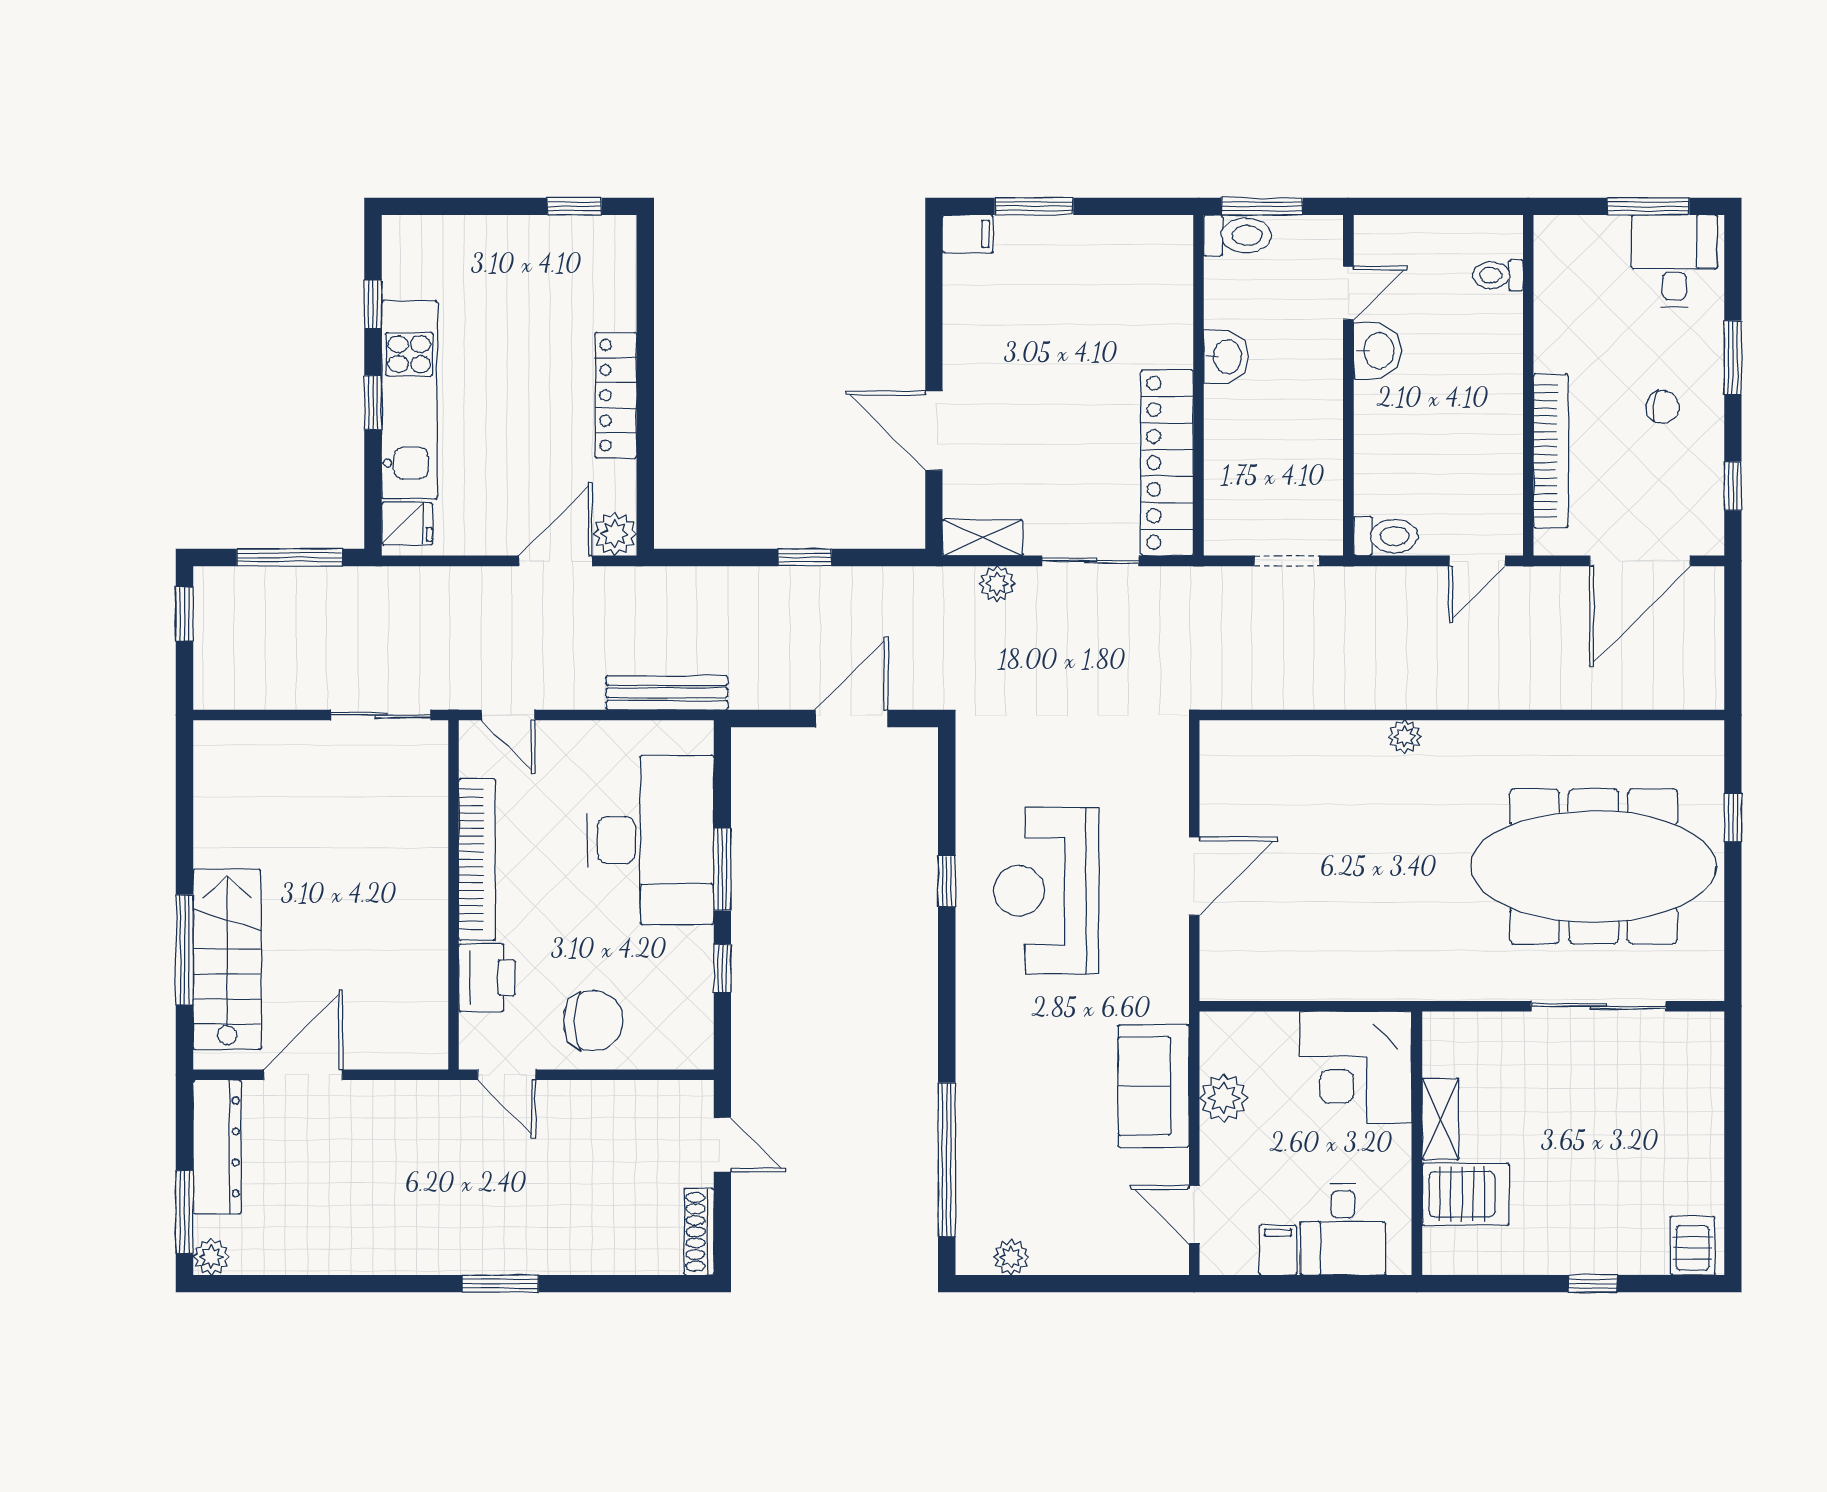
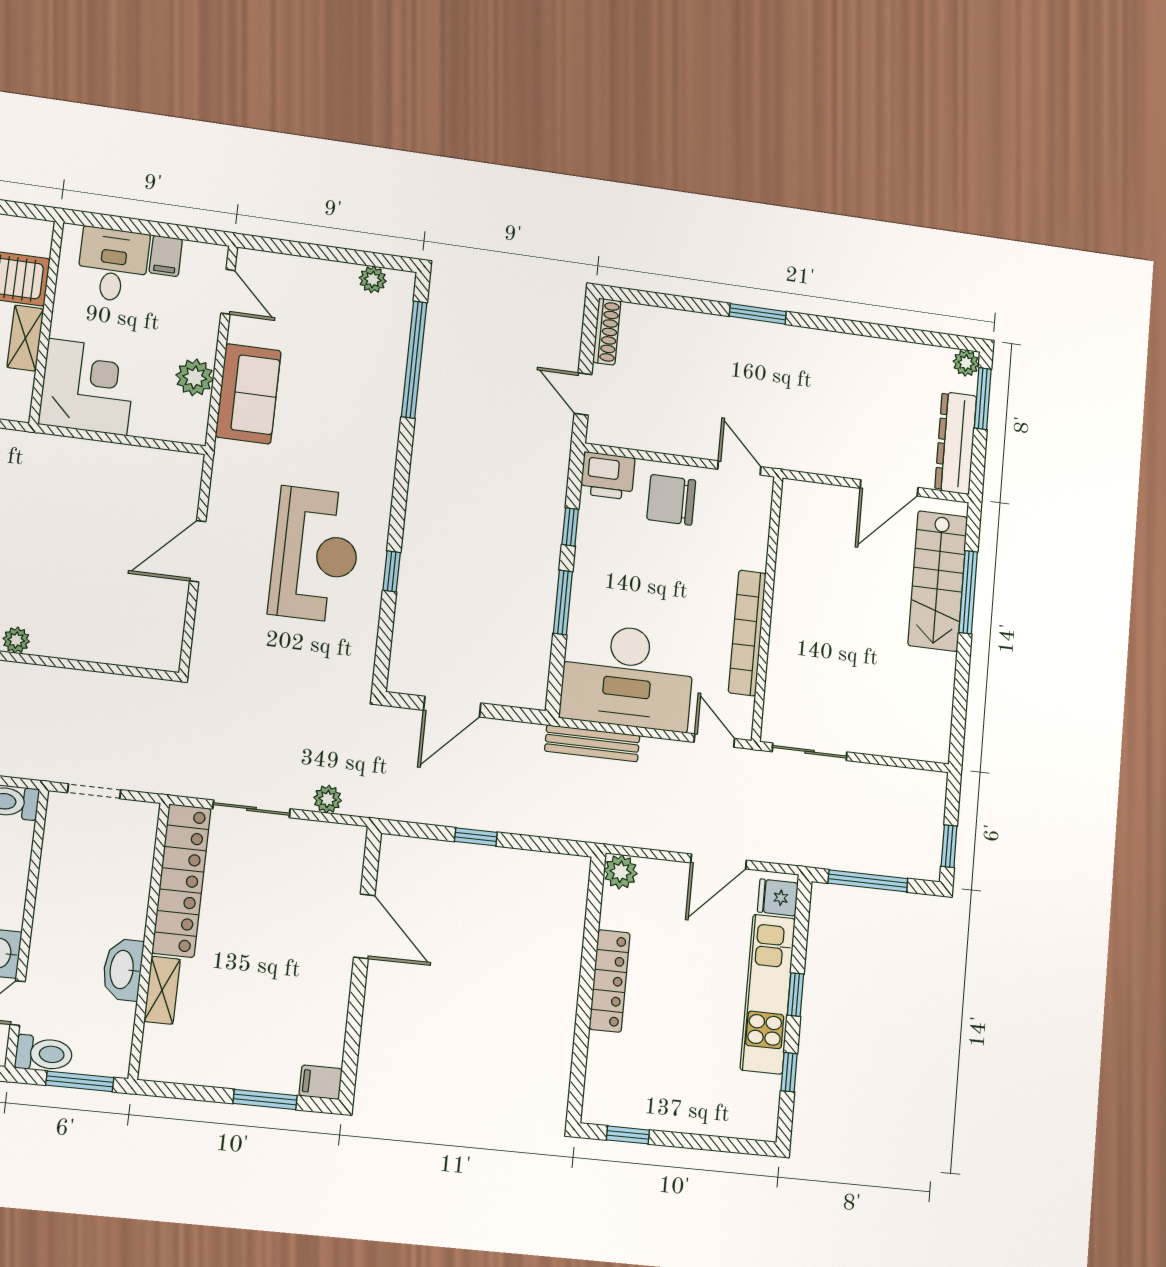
toilet: (1237, 235) -> (44, 1054), moved, turned 180
washbasin: (1226, 357) -> (123, 970), width x1.38
shelving: (983, 538) -> (162, 990), moved, turned 90
door: (556, 561) -> (719, 861), moved
desk: (650, 840) -> (627, 677), moved, turned -90
printer: (487, 978) -> (608, 476), moved, turned -90

